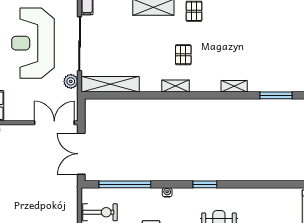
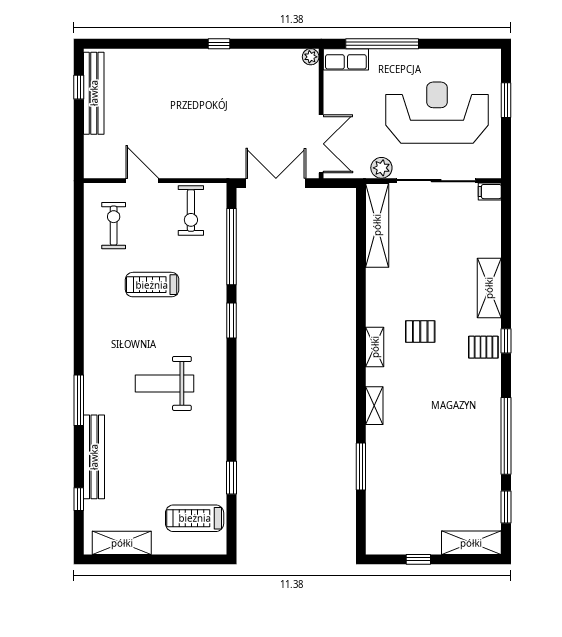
shelving: (176, 86) -> (375, 347), moved
window: (205, 184) -> (232, 321), moved
window: (284, 184) -> (232, 478), added
water cooler: (167, 192) -> (220, 308), removed

